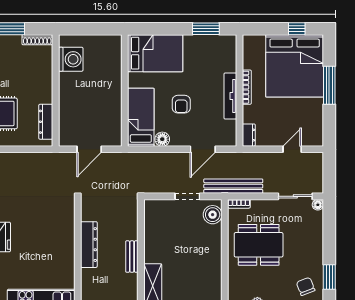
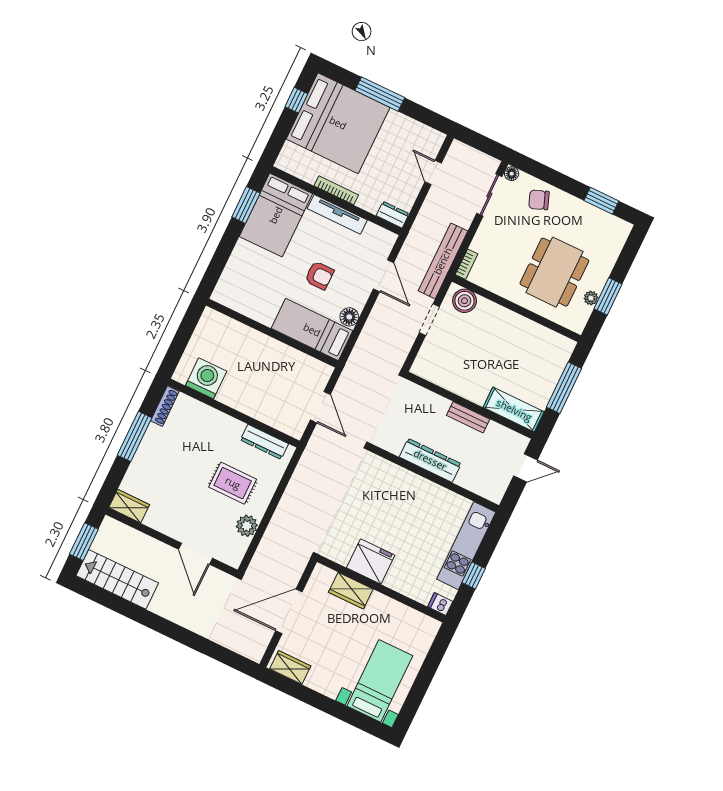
bed: (155, 53) -> (276, 215), moved, turned 180
dining table: (259, 245) -> (554, 272), moved
chair: (306, 286) -> (539, 200), moved

